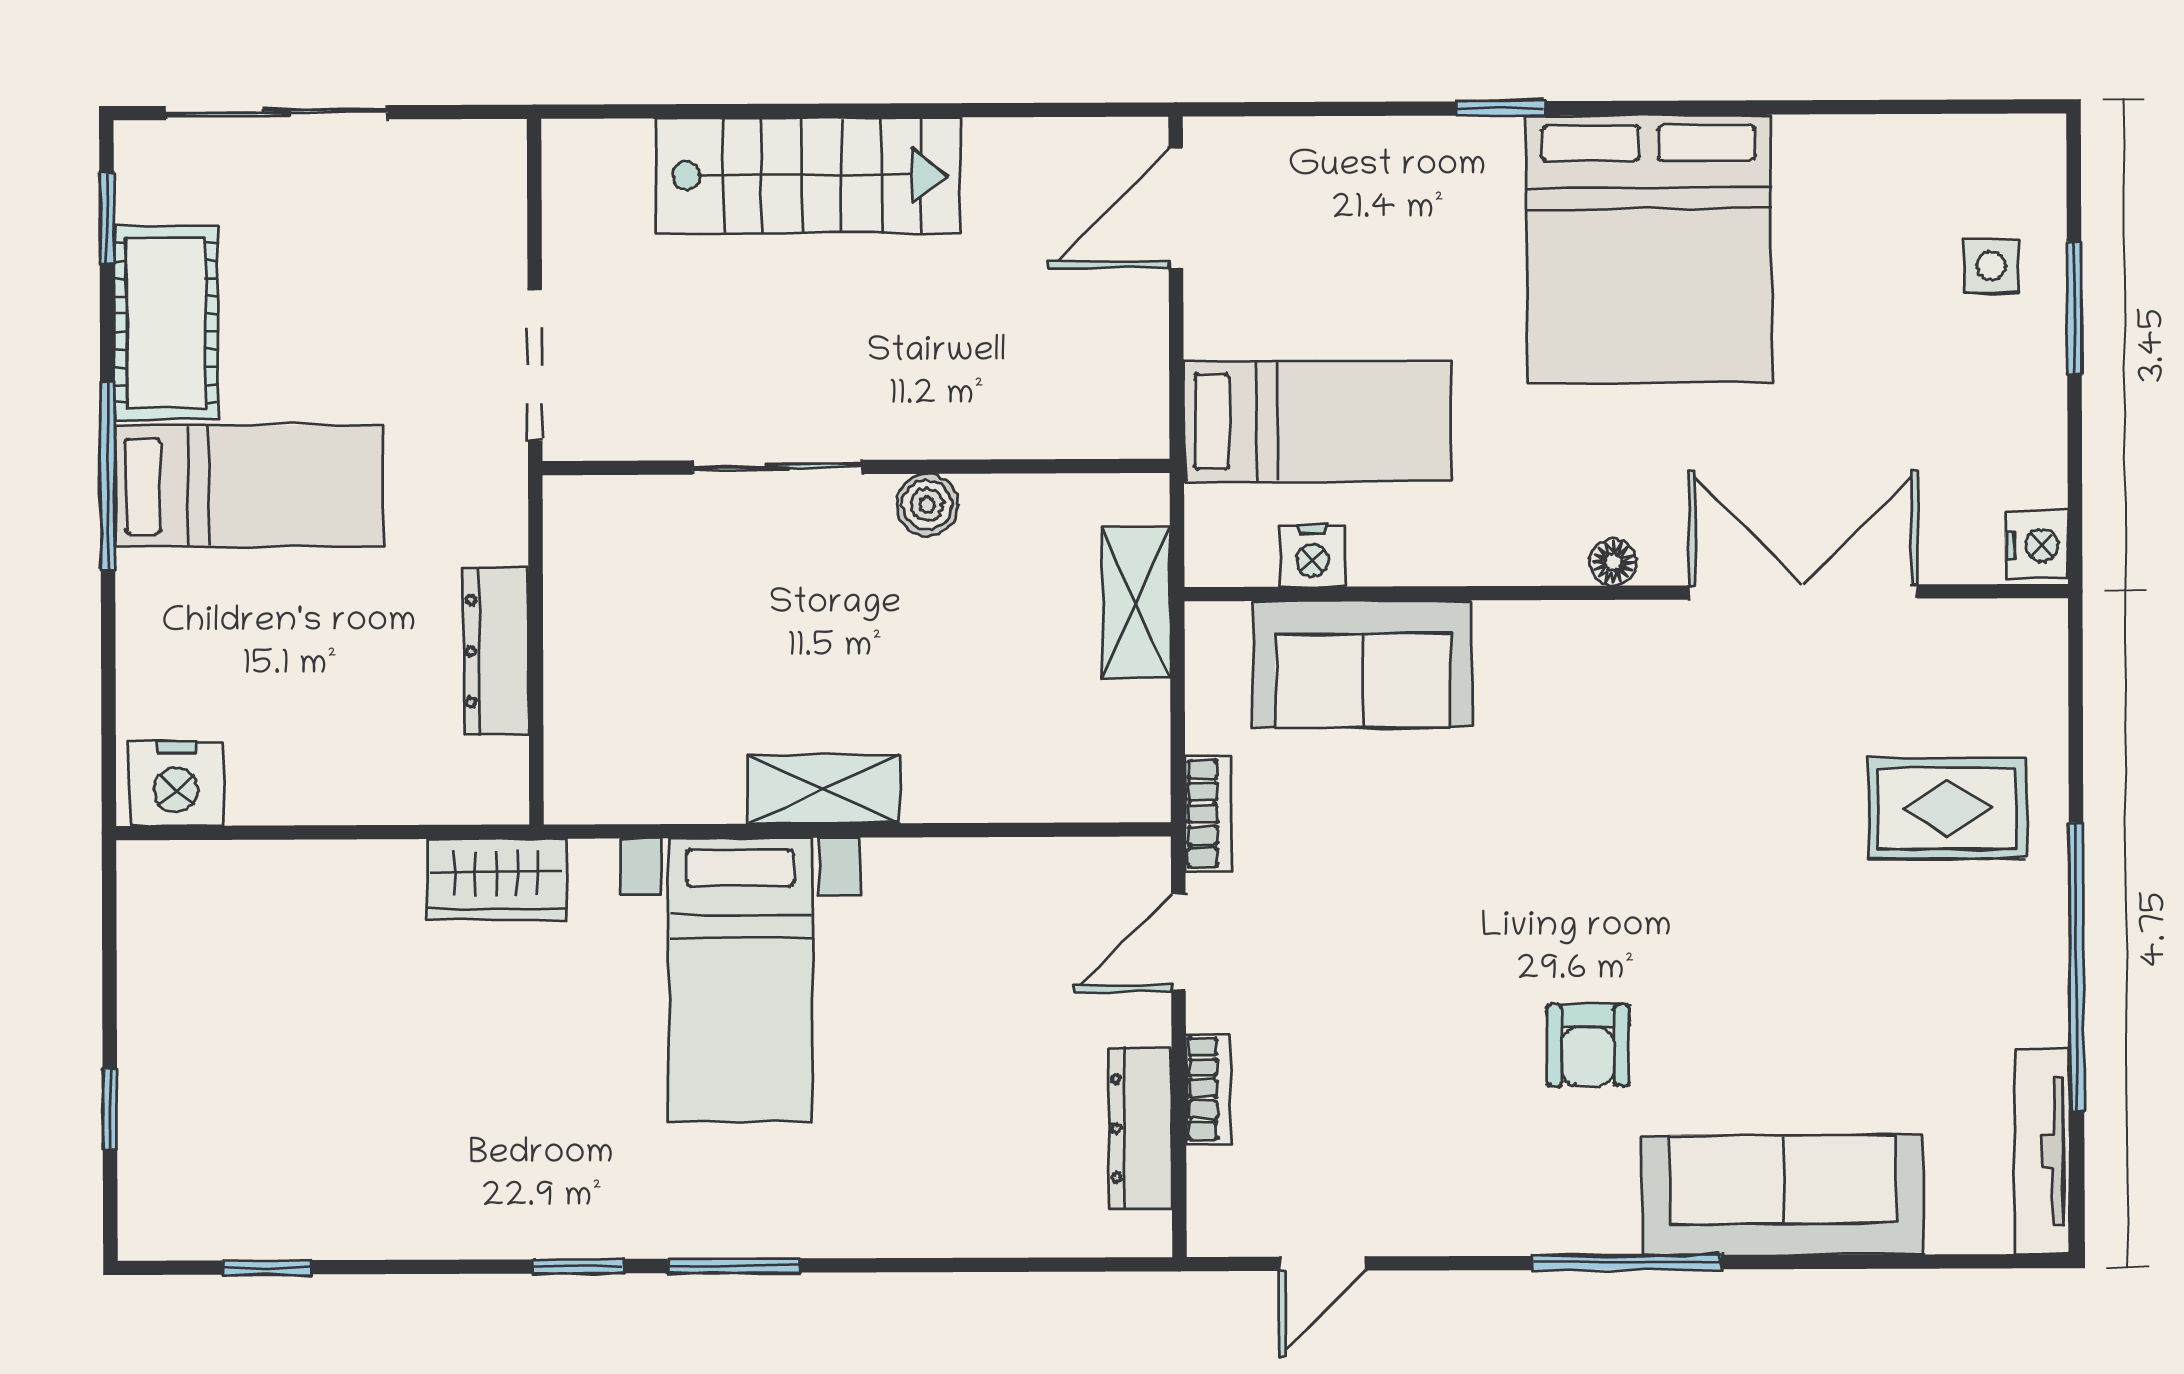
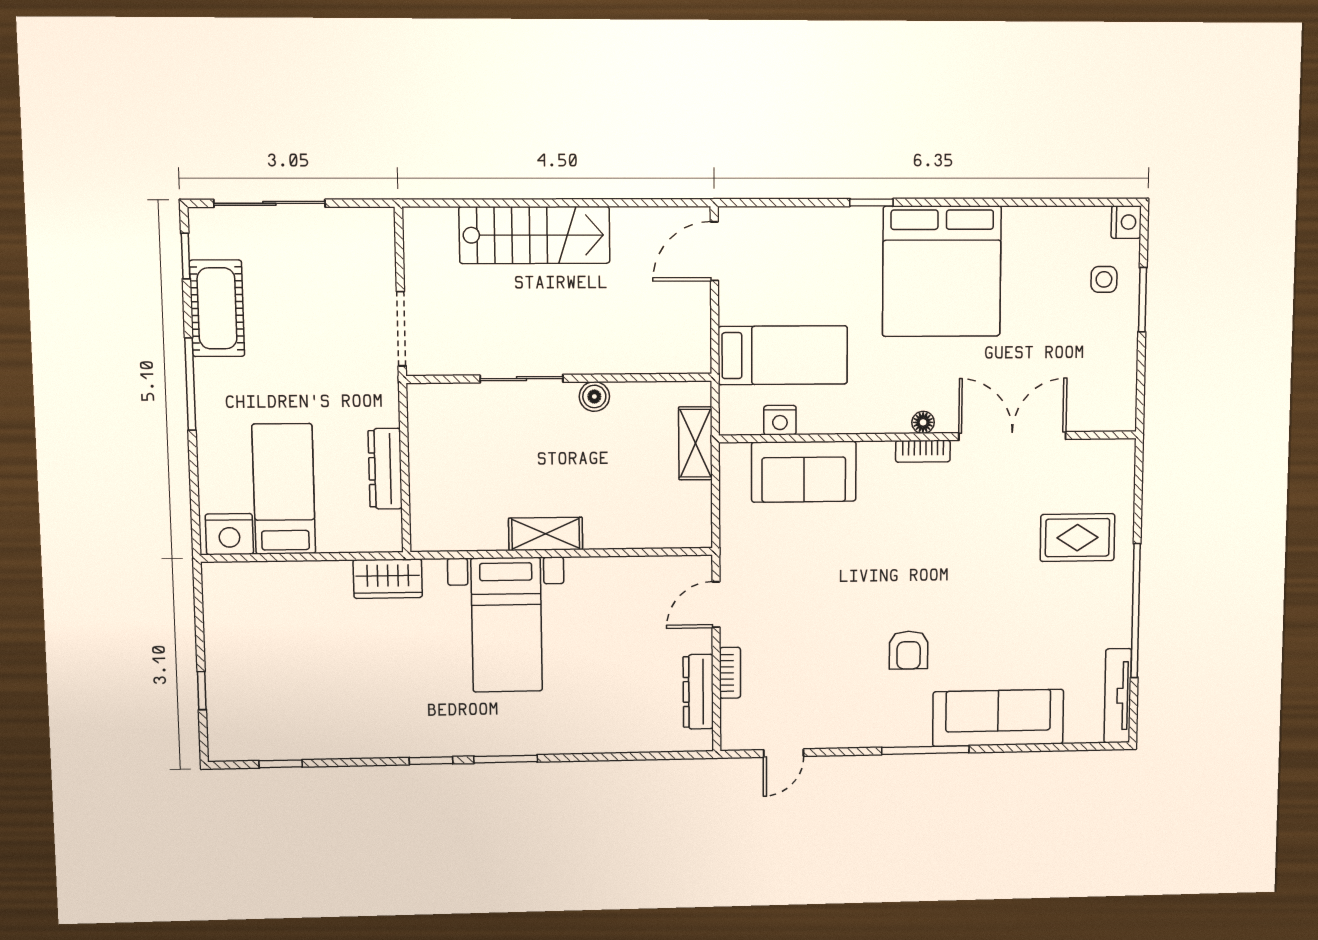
bed: (249, 486) -> (284, 489), moved, turned -90
nightstand: (2037, 545) -> (1126, 222), moved
bookcase: (1208, 813) -> (923, 451), moved, turned 90

